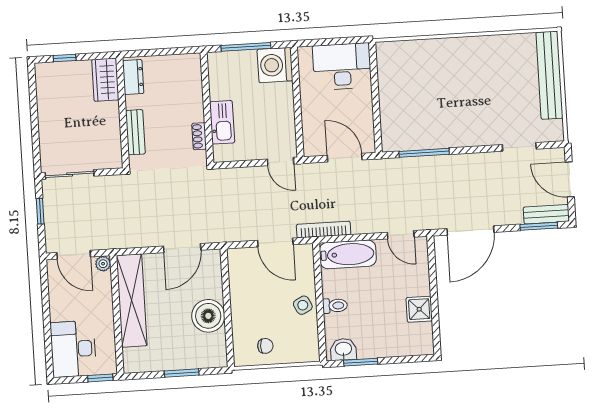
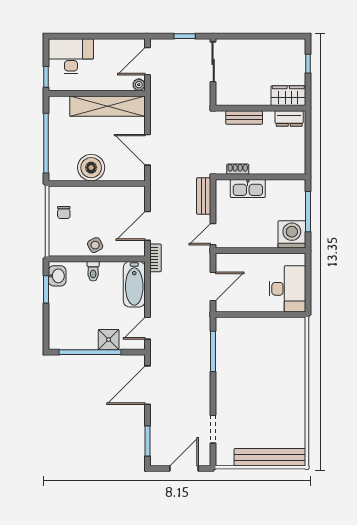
bench: (546, 214) -> (204, 196), moved
bookcase: (324, 230) -> (156, 258), width x0.64
door: (470, 230) -> (148, 385), hinge flipped
window: (434, 303) -> (90, 352), added
shower: (419, 309) -> (109, 340), moved
window: (182, 373) -> (46, 143), width x2.11

